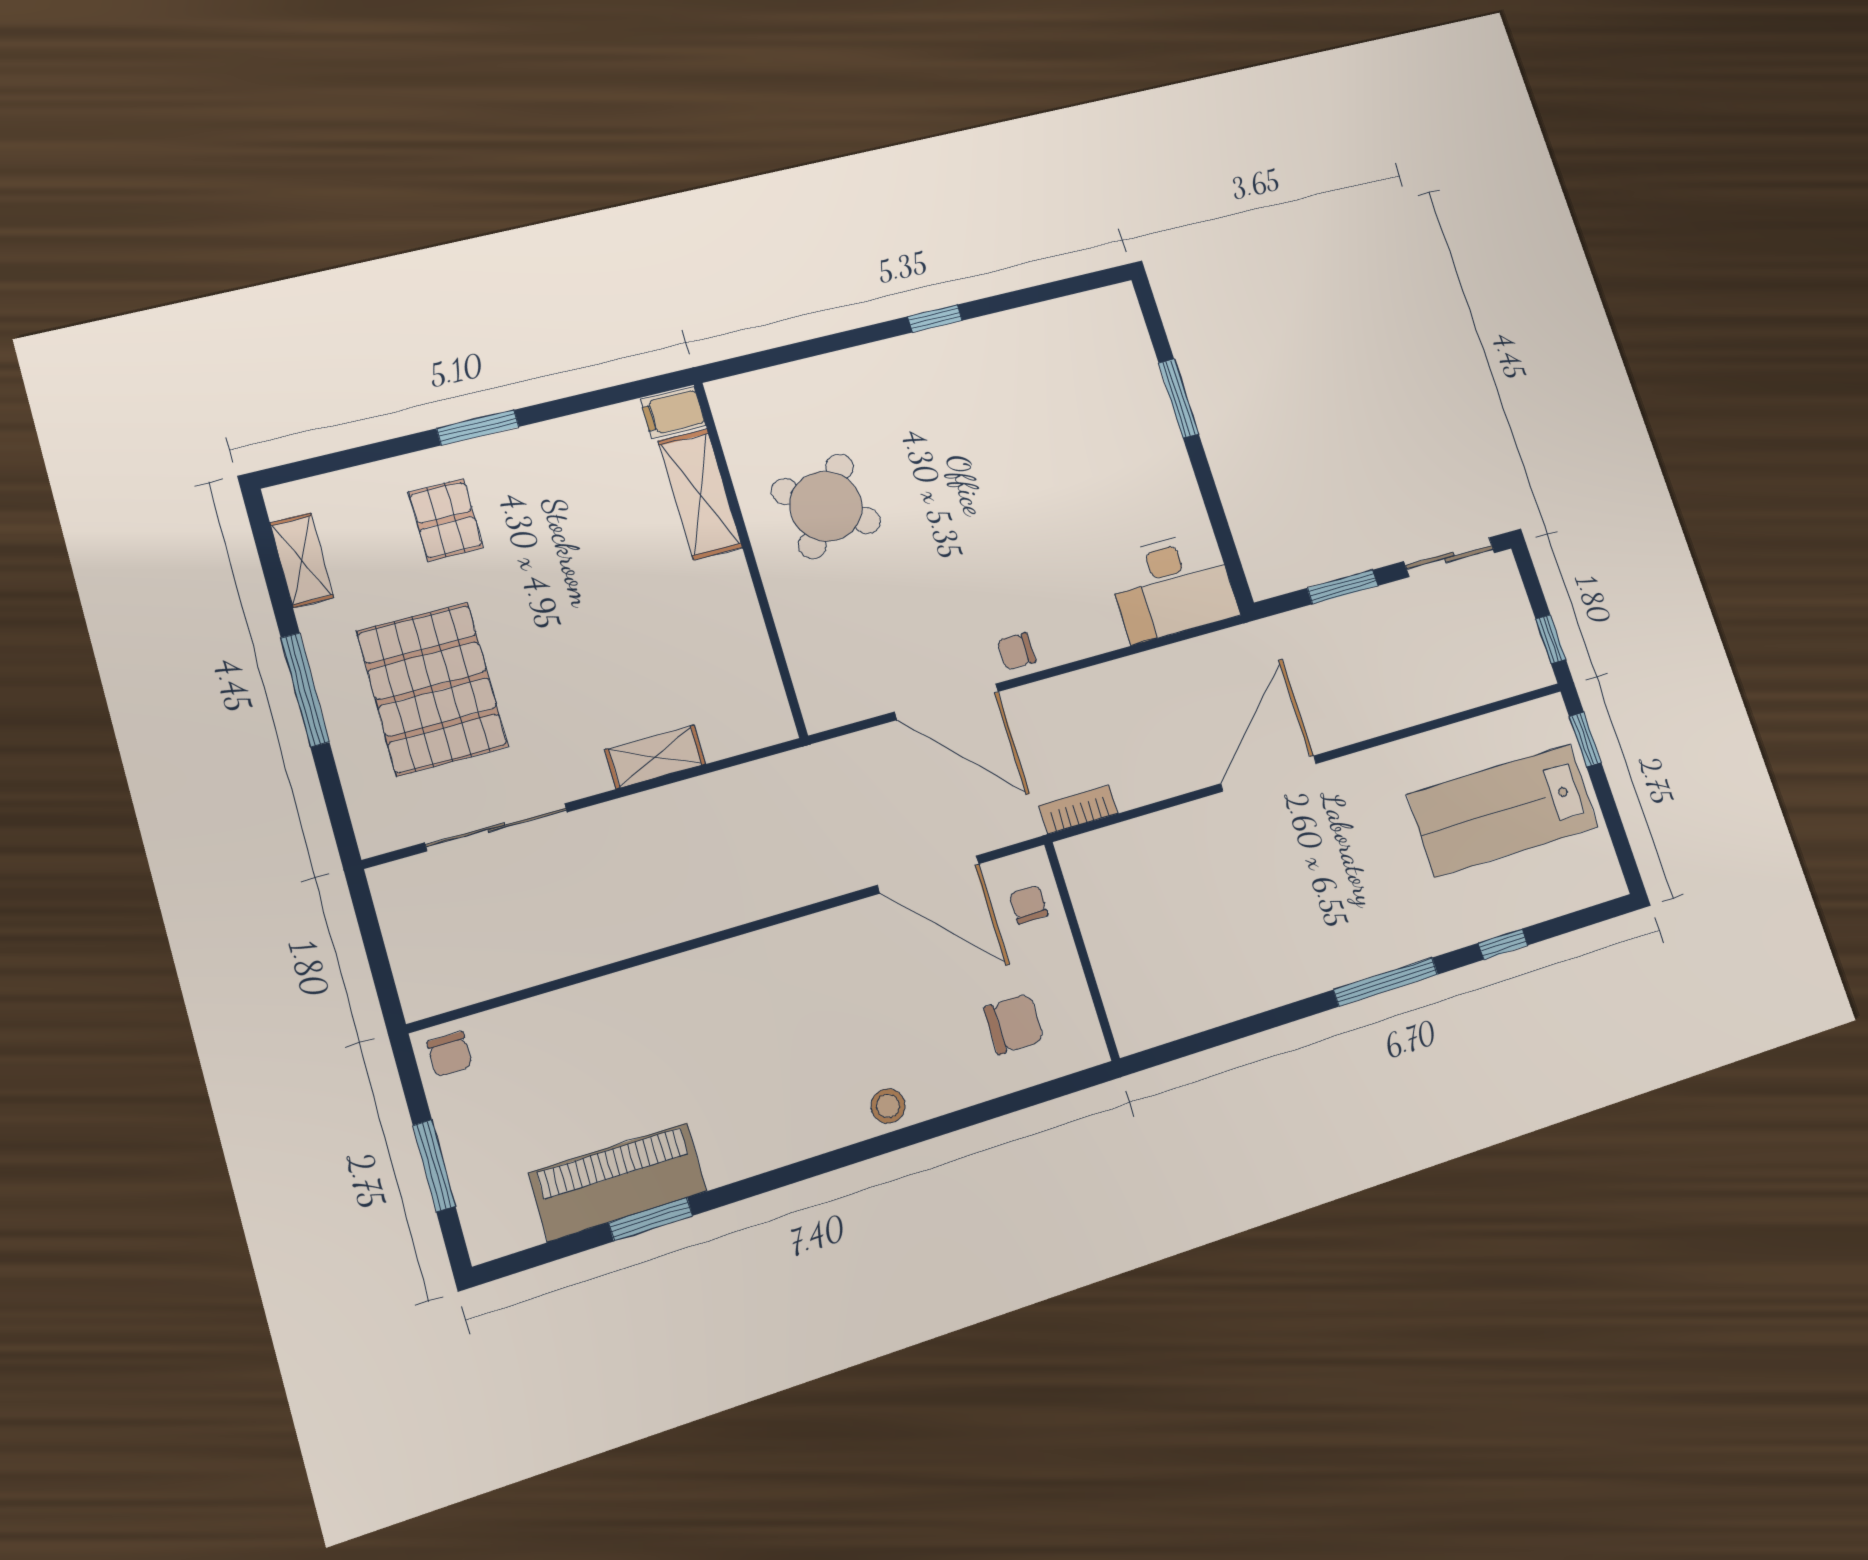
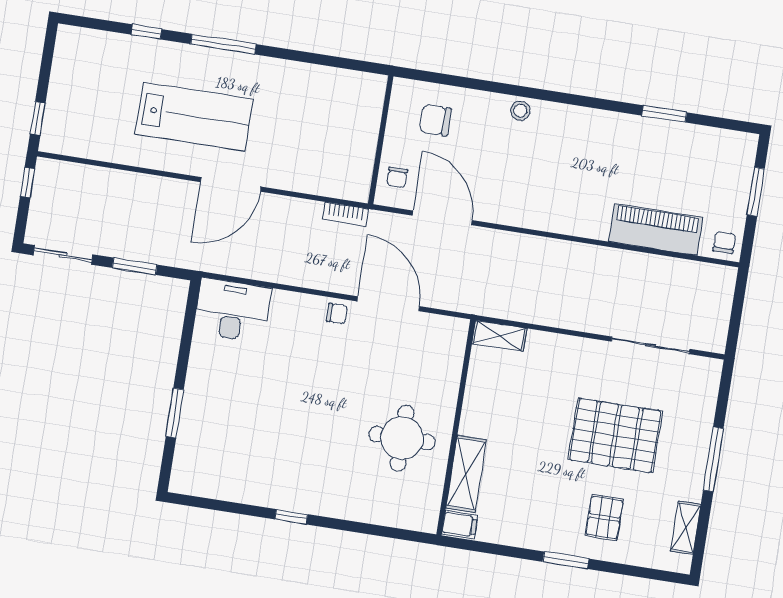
round table: (826, 506) -> (402, 438), turned -35
pallet: (432, 689) -> (615, 435), moved, turned 90
shelving: (655, 757) -> (499, 336), moved
lab bench: (1503, 810) -> (194, 117), moved
piano: (618, 1182) -> (656, 229), moved, turned 180

